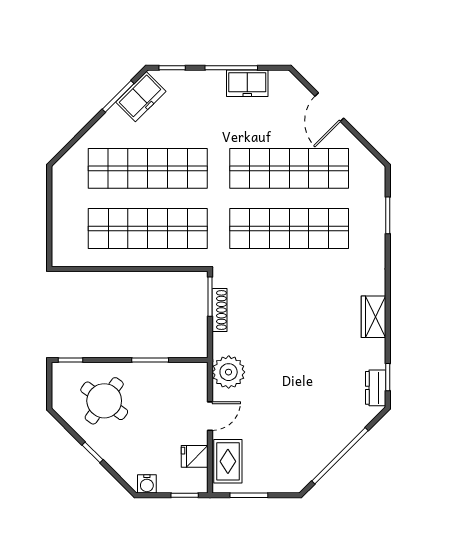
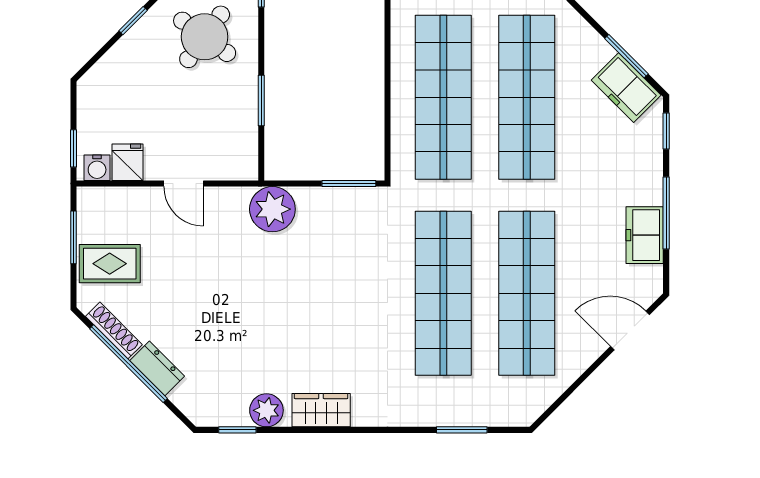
door: (329, 107) -> (630, 330), moved
shoe rack: (220, 310) -> (114, 330), moved, turned -135
plant: (374, 356) -> (266, 410), added
plant: (229, 372) -> (272, 209), moved
dresser: (376, 388) -> (157, 368), moved, turned 45
rug: (228, 461) -> (110, 264), moved
water cooler: (147, 484) -> (97, 168), moved, turned -90

